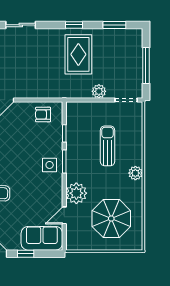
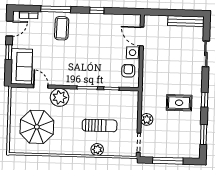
rug: (78, 54) -> (179, 103), width x0.73, depth x0.70
side table: (50, 165) -> (133, 53), moved
plant: (135, 173) -> (97, 150), moved

